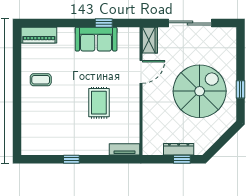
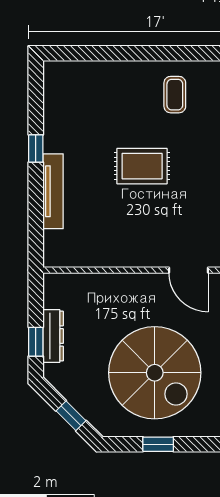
rug: (99, 103) -> (142, 166), moved
window: (224, 139) -> (71, 416), added
tv unit: (124, 149) -> (53, 191), moved, width x1.41

